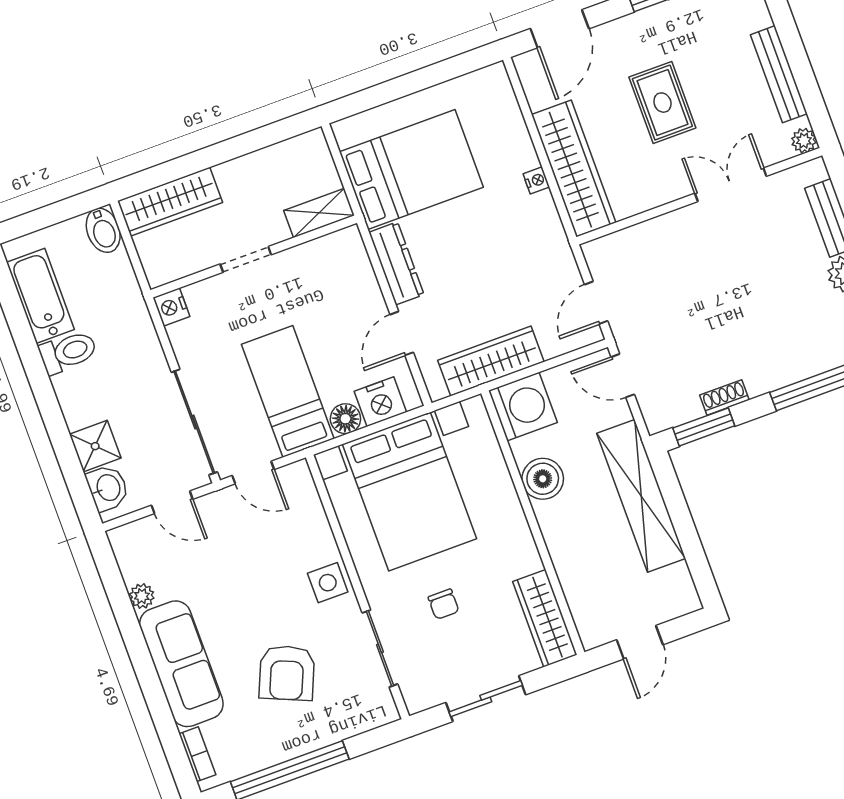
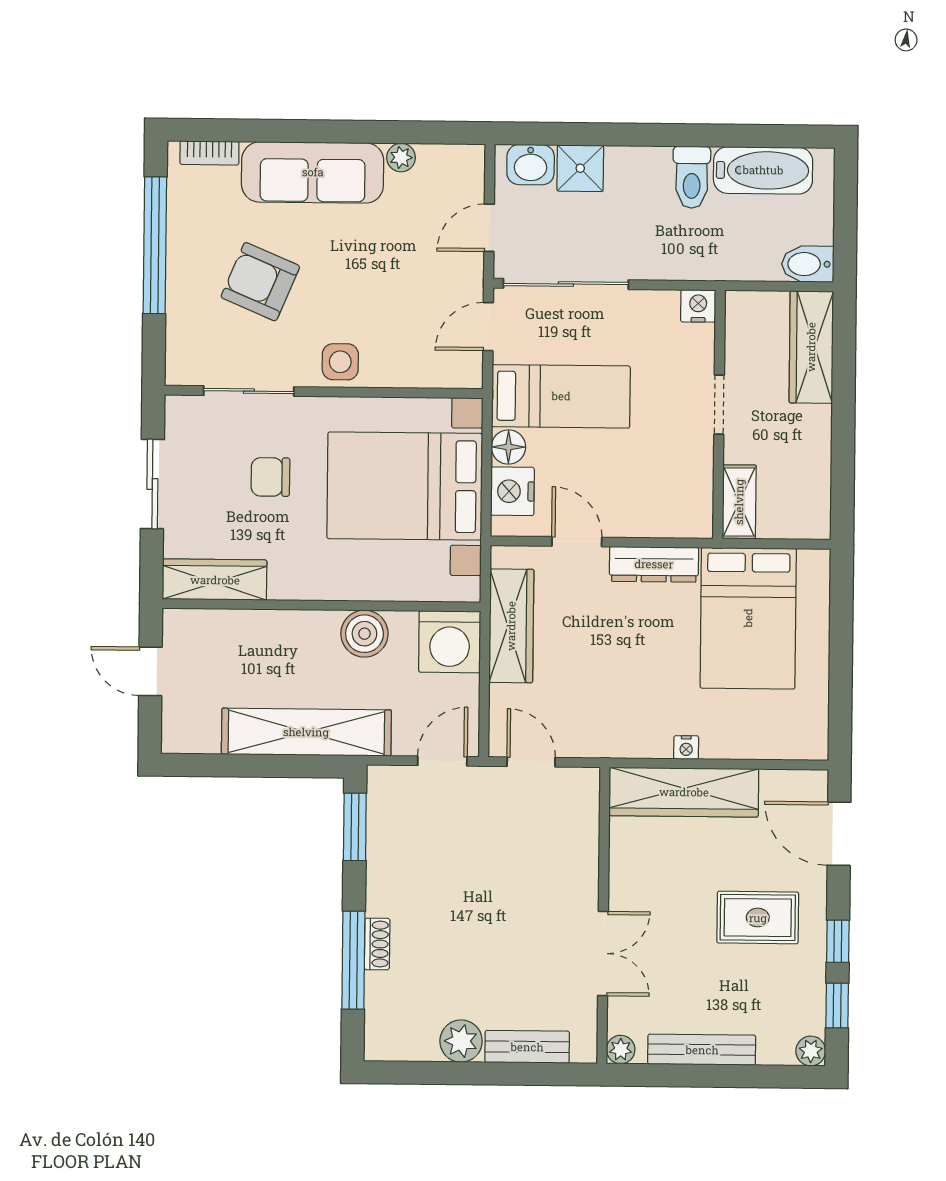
rug: (662, 103) -> (758, 918), moved
shoe rack: (724, 397) -> (377, 944), moved
chair: (444, 604) -> (270, 477), width x1.37, depth x1.37

